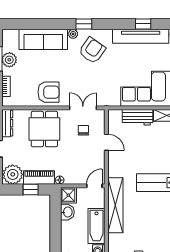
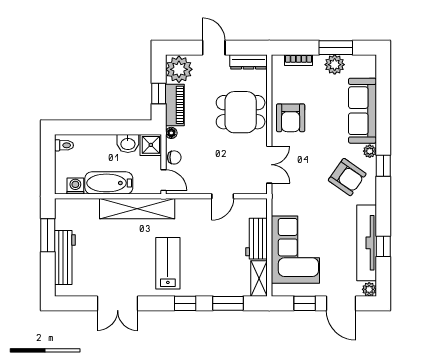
chair: (83, 130) -> (174, 157), moved

